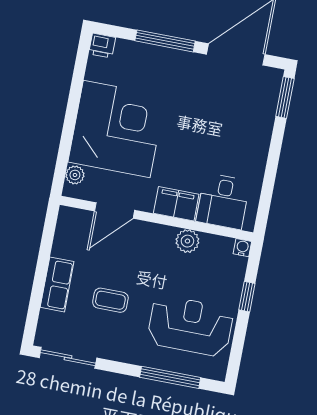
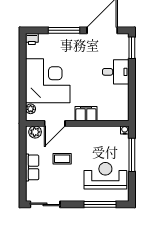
desk: (223, 201) -> (116, 72), moved, turned -90
plant: (187, 241) -> (35, 132), moved
window: (247, 297) -> (132, 155), width x2.17
coffee table: (110, 300) -> (62, 159), moved

